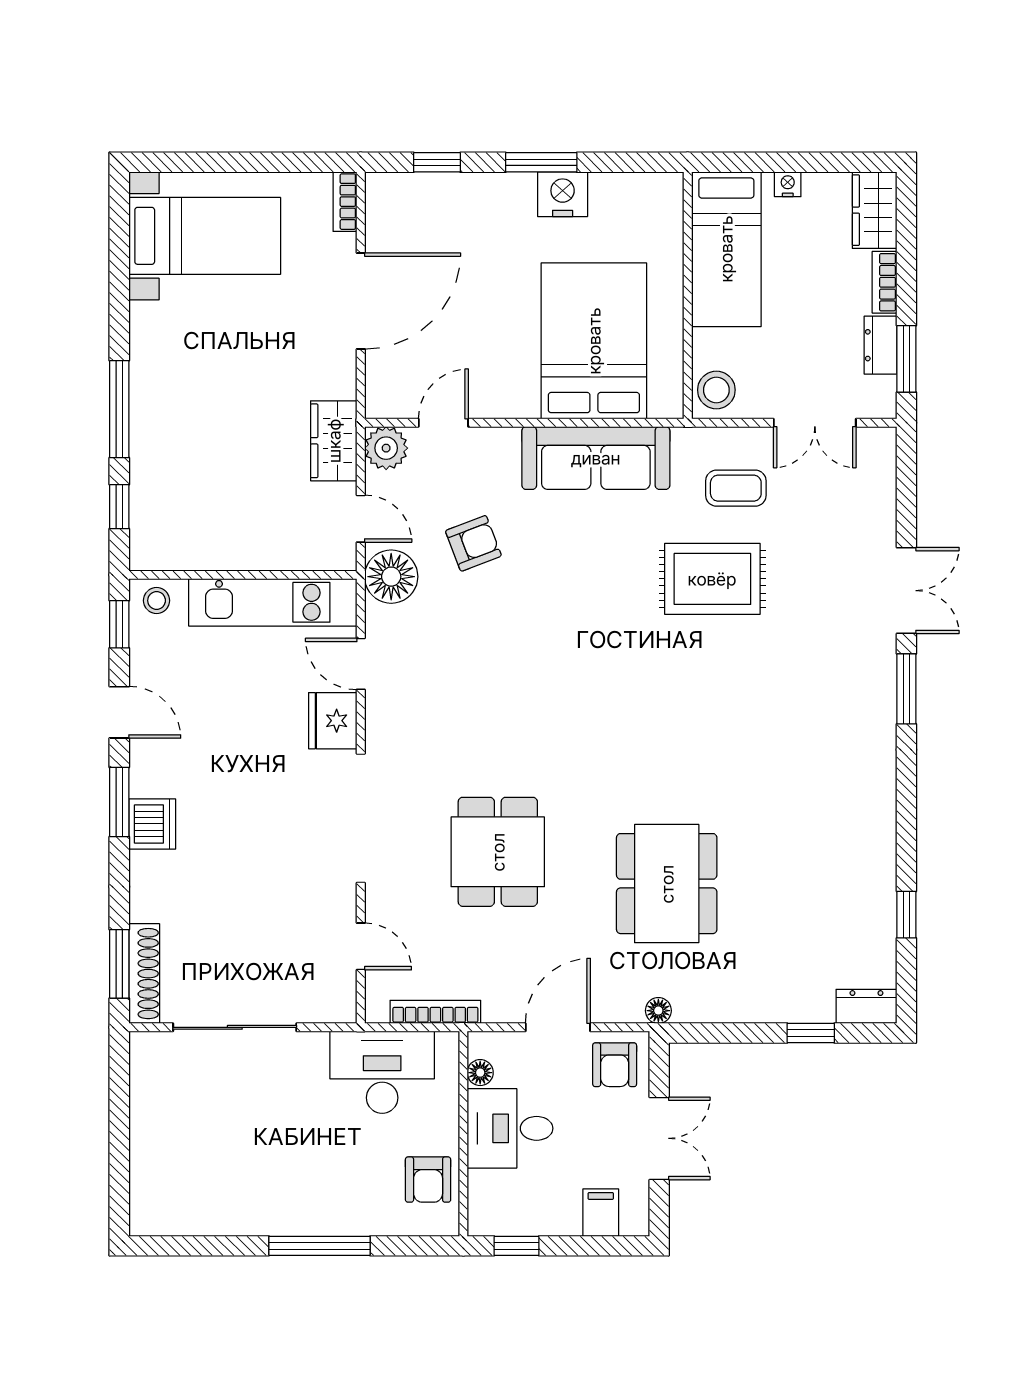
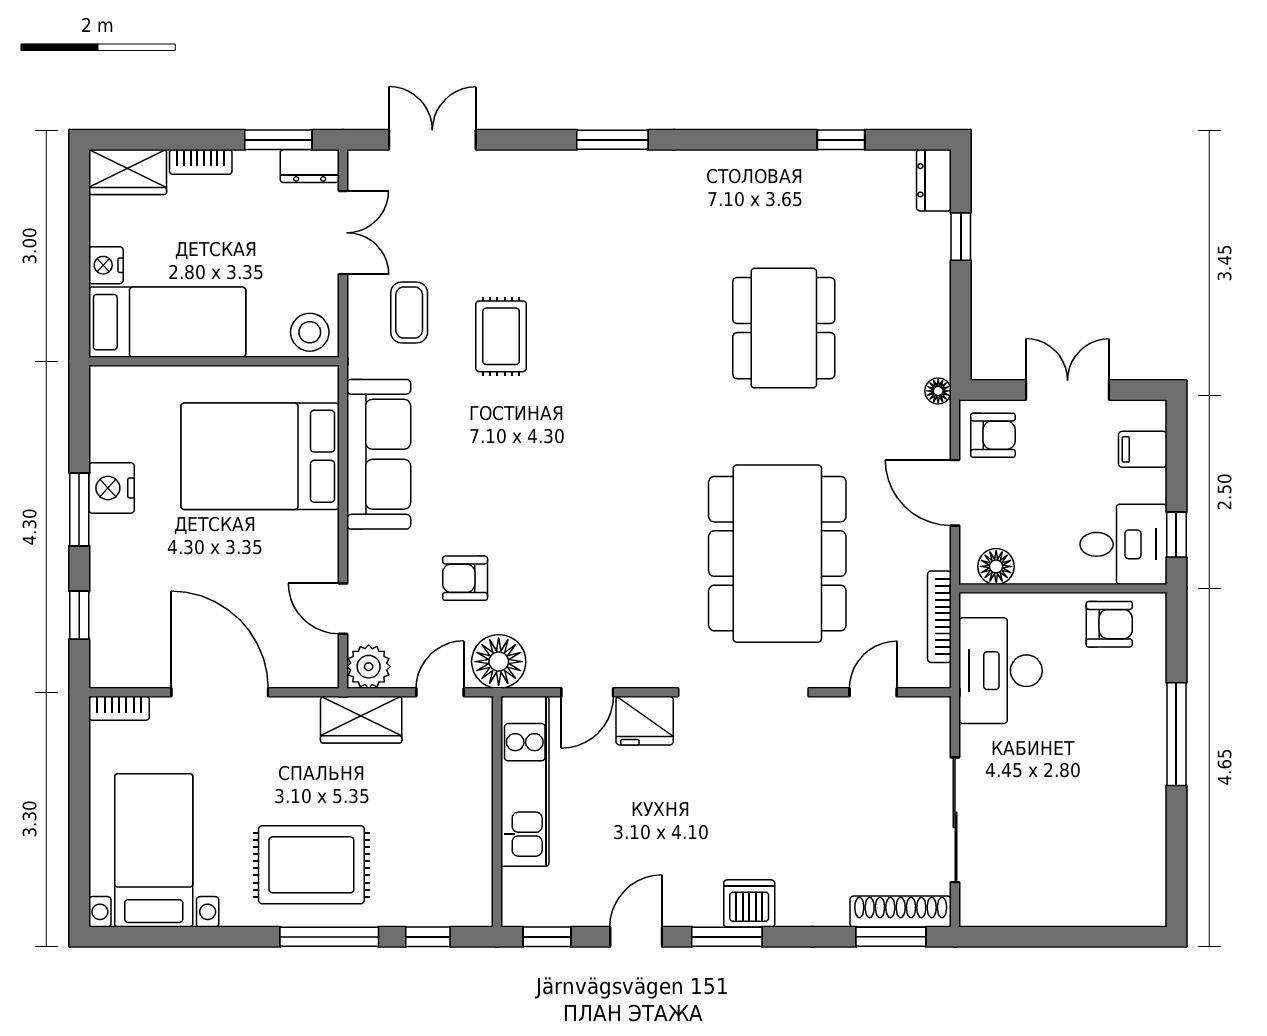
nightstand: (788, 184) -> (106, 265), width x1.39, depth x1.35
dresser: (881, 345) -> (310, 166), moved
rug: (190, 392) -> (311, 865), added
armchair: (473, 543) -> (465, 578), turned -69
rug: (712, 579) -> (501, 336), width x0.73, depth x0.70
double door: (906, 591) -> (432, 140), moved
stool: (157, 601) -> (523, 899), removed
dining table: (498, 852) -> (777, 554), width x1.88, depth x1.24
dining table: (667, 884) -> (784, 328), moved, turned 90
floor lamp: (480, 1073) -> (996, 566), width x1.37, depth x1.37
desk: (510, 1128) -> (1123, 544), moved, turned -90

